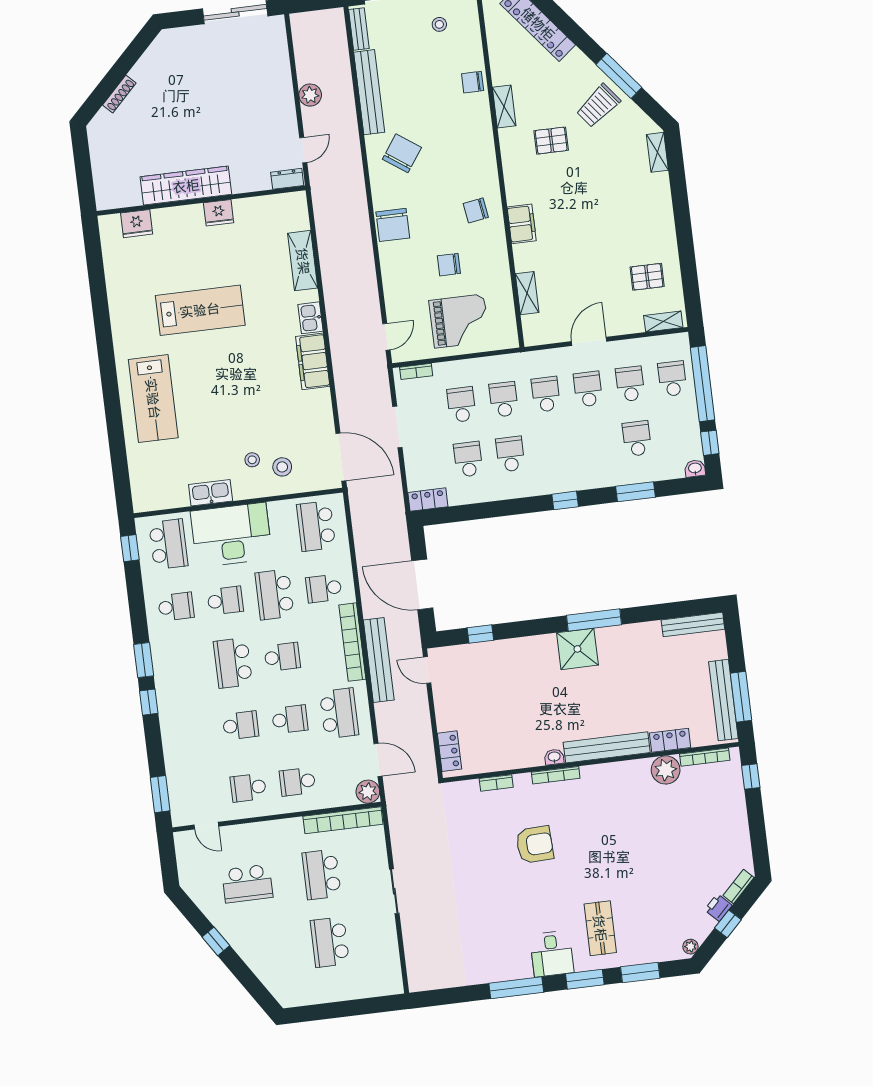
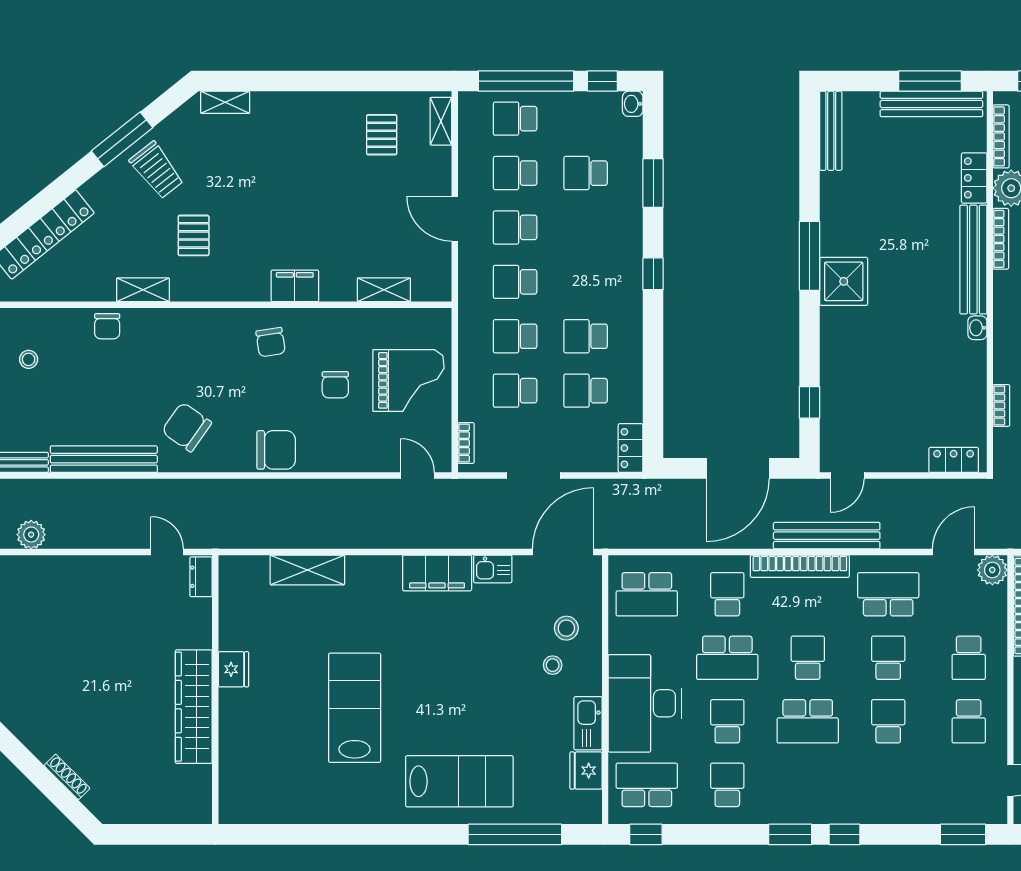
plant: (310, 95) -> (31, 535), moved
fridge: (137, 224) -> (586, 771), moved, turned 180
kitchen sink: (310, 318) -> (493, 569), moved
grand piano: (459, 321) -> (409, 380), turned 90
window: (117, 447) -> (515, 834), added
school desk: (324, 588) -> (727, 594), turned 180
bookcase: (556, 775) -> (1001, 239), moved

